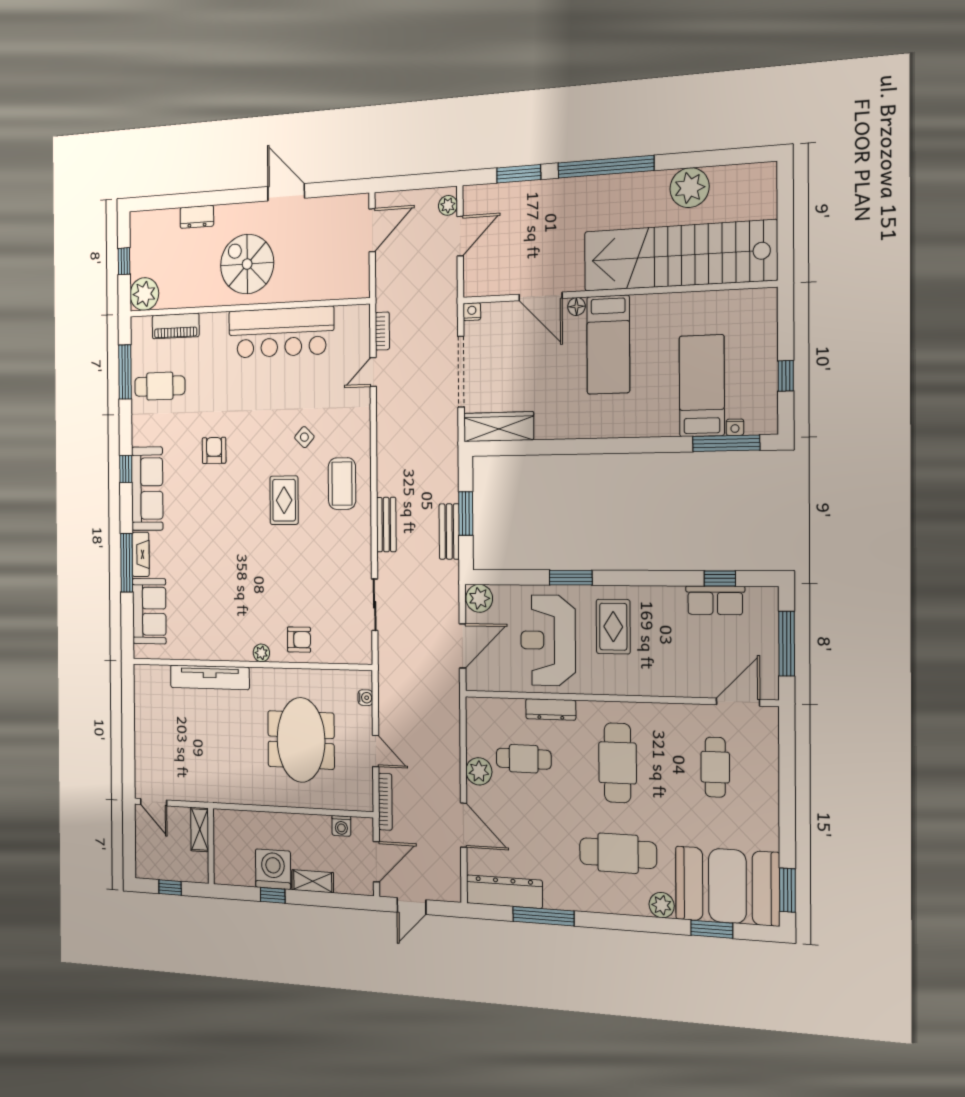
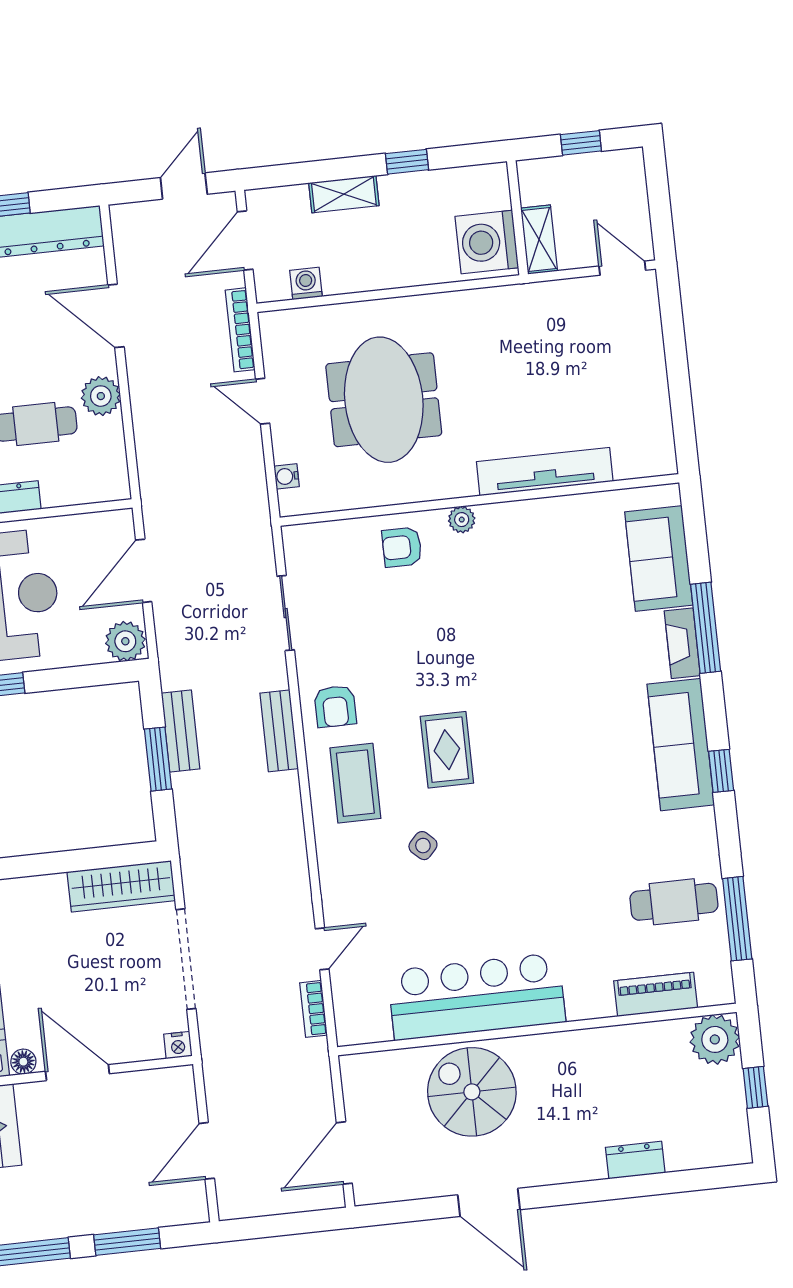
plant: (448, 205) -> (230, 1193), removed
spiral stairs: (247, 264) -> (472, 1092), moved, turned 180
armchair: (214, 450) -> (335, 706), moved
washing machine: (273, 869) -> (487, 242), moved, turned 90

